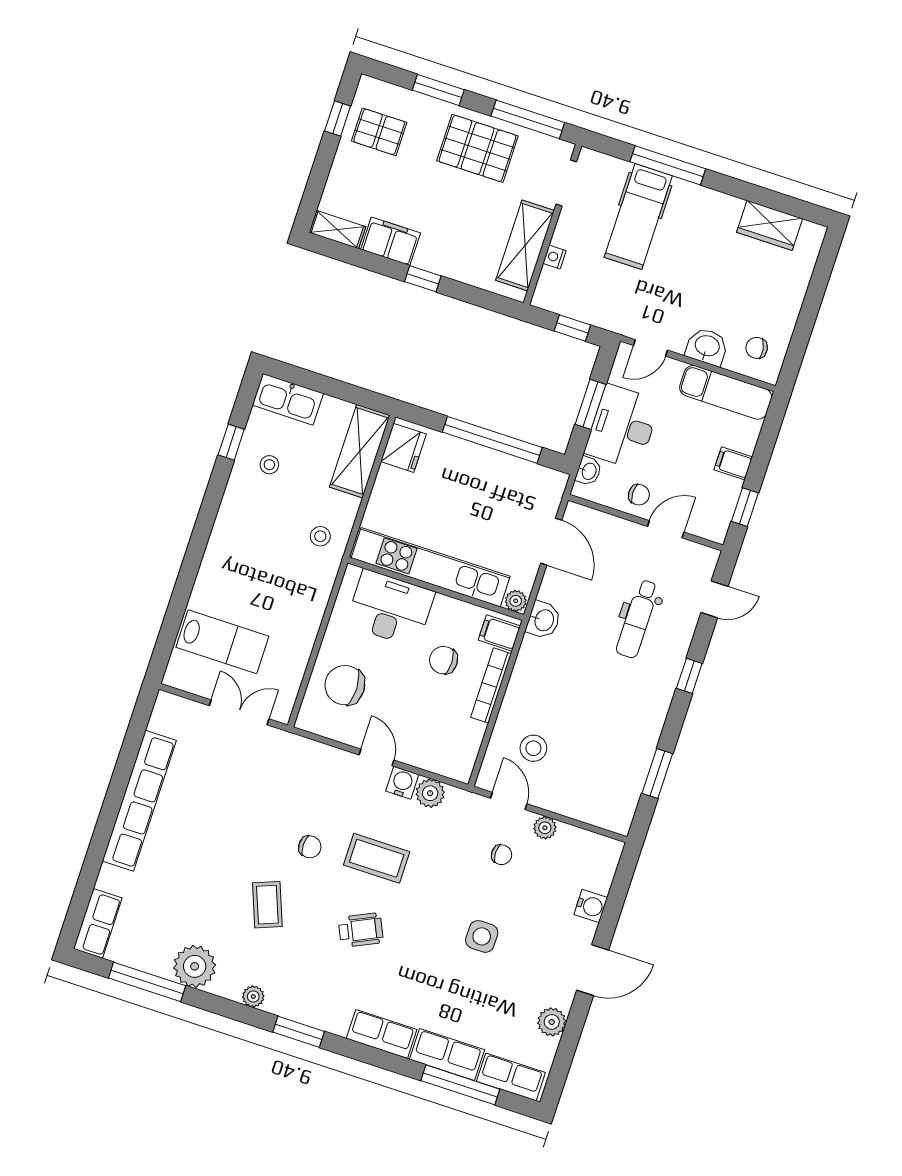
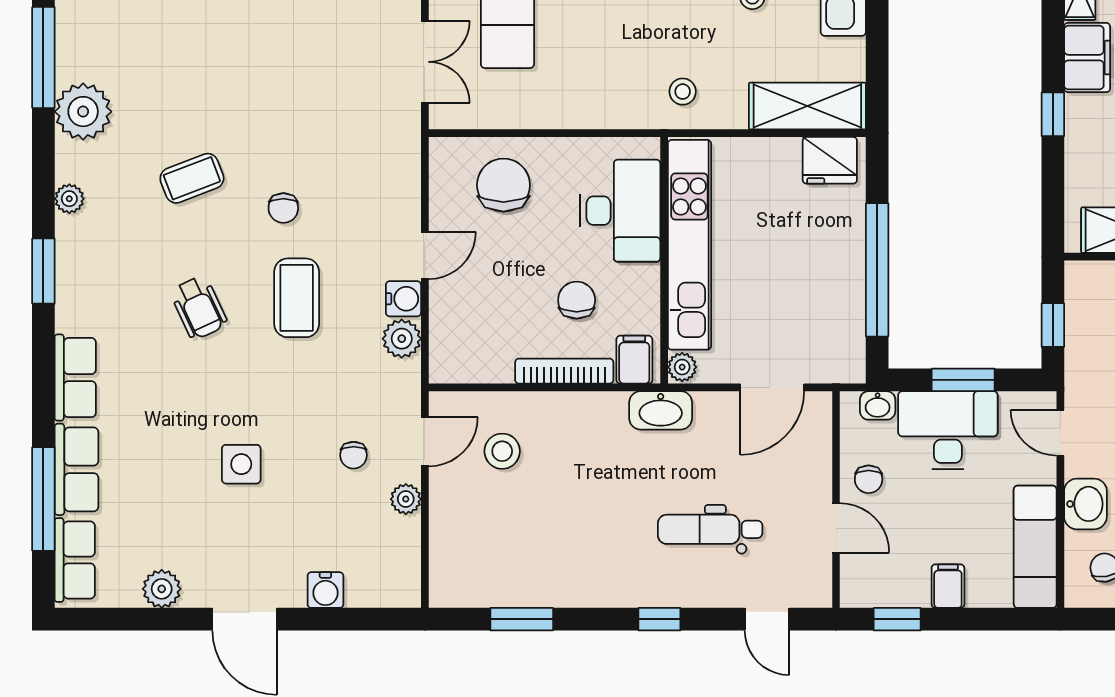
washbasin: (543, 620) -> (661, 410), width x1.38

